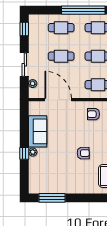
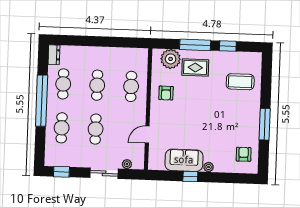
door: (58, 100) -> (147, 134), width x0.53
window: (24, 153) -> (190, 176), moved
armchair: (83, 153) -> (244, 154), moved
window: (52, 198) -> (265, 124), moved

